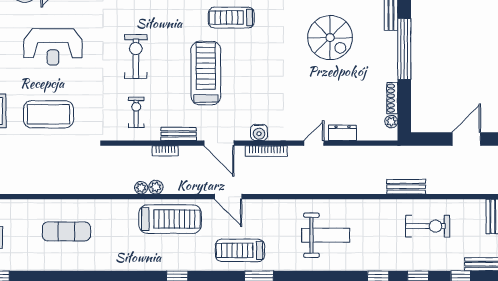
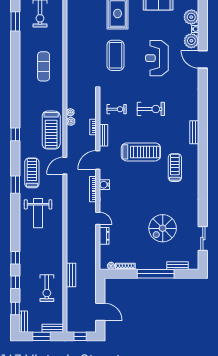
weight bench: (326, 235) -> (38, 213), moved

